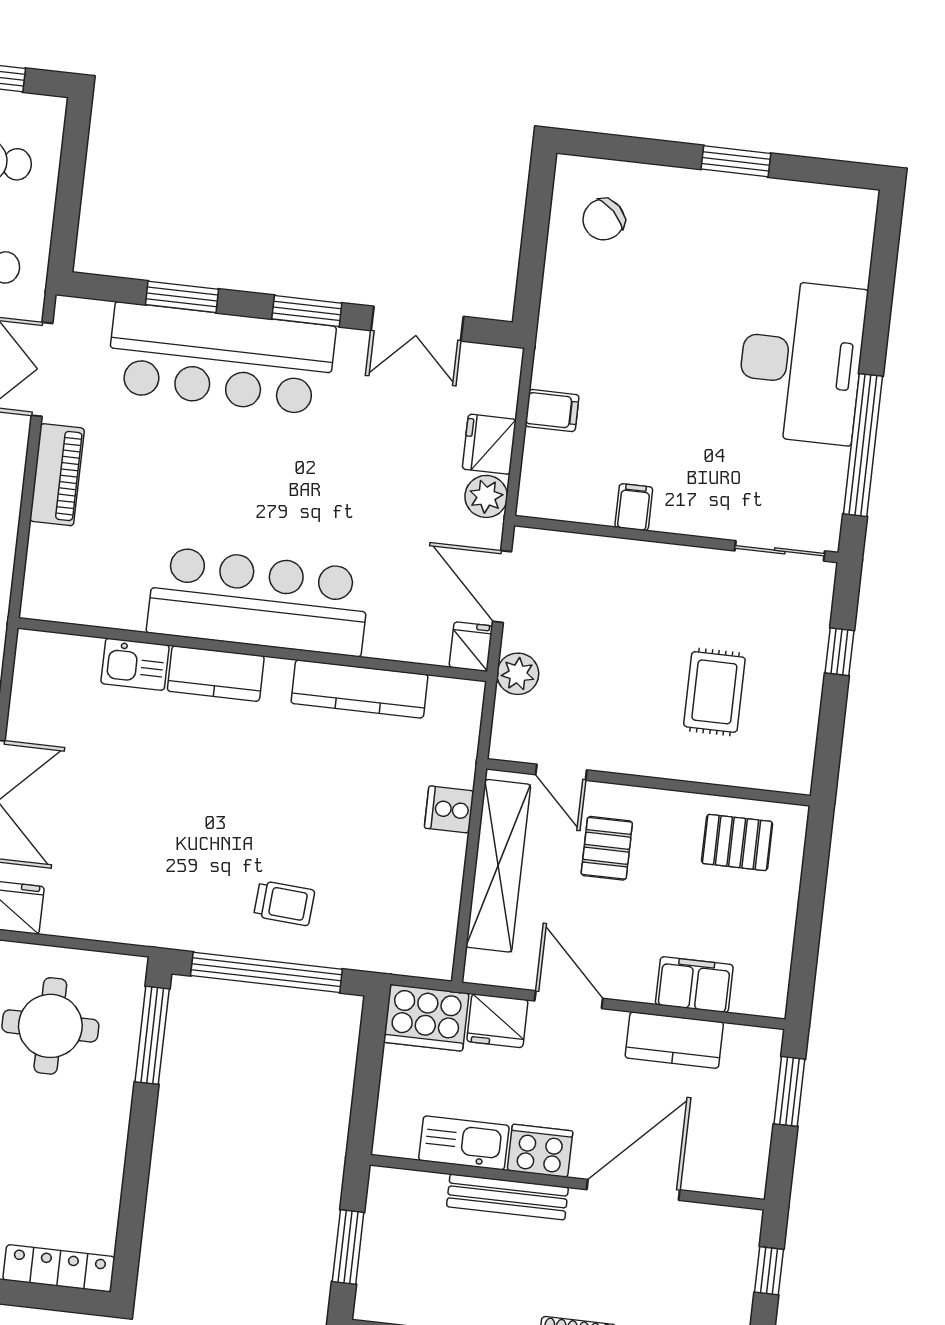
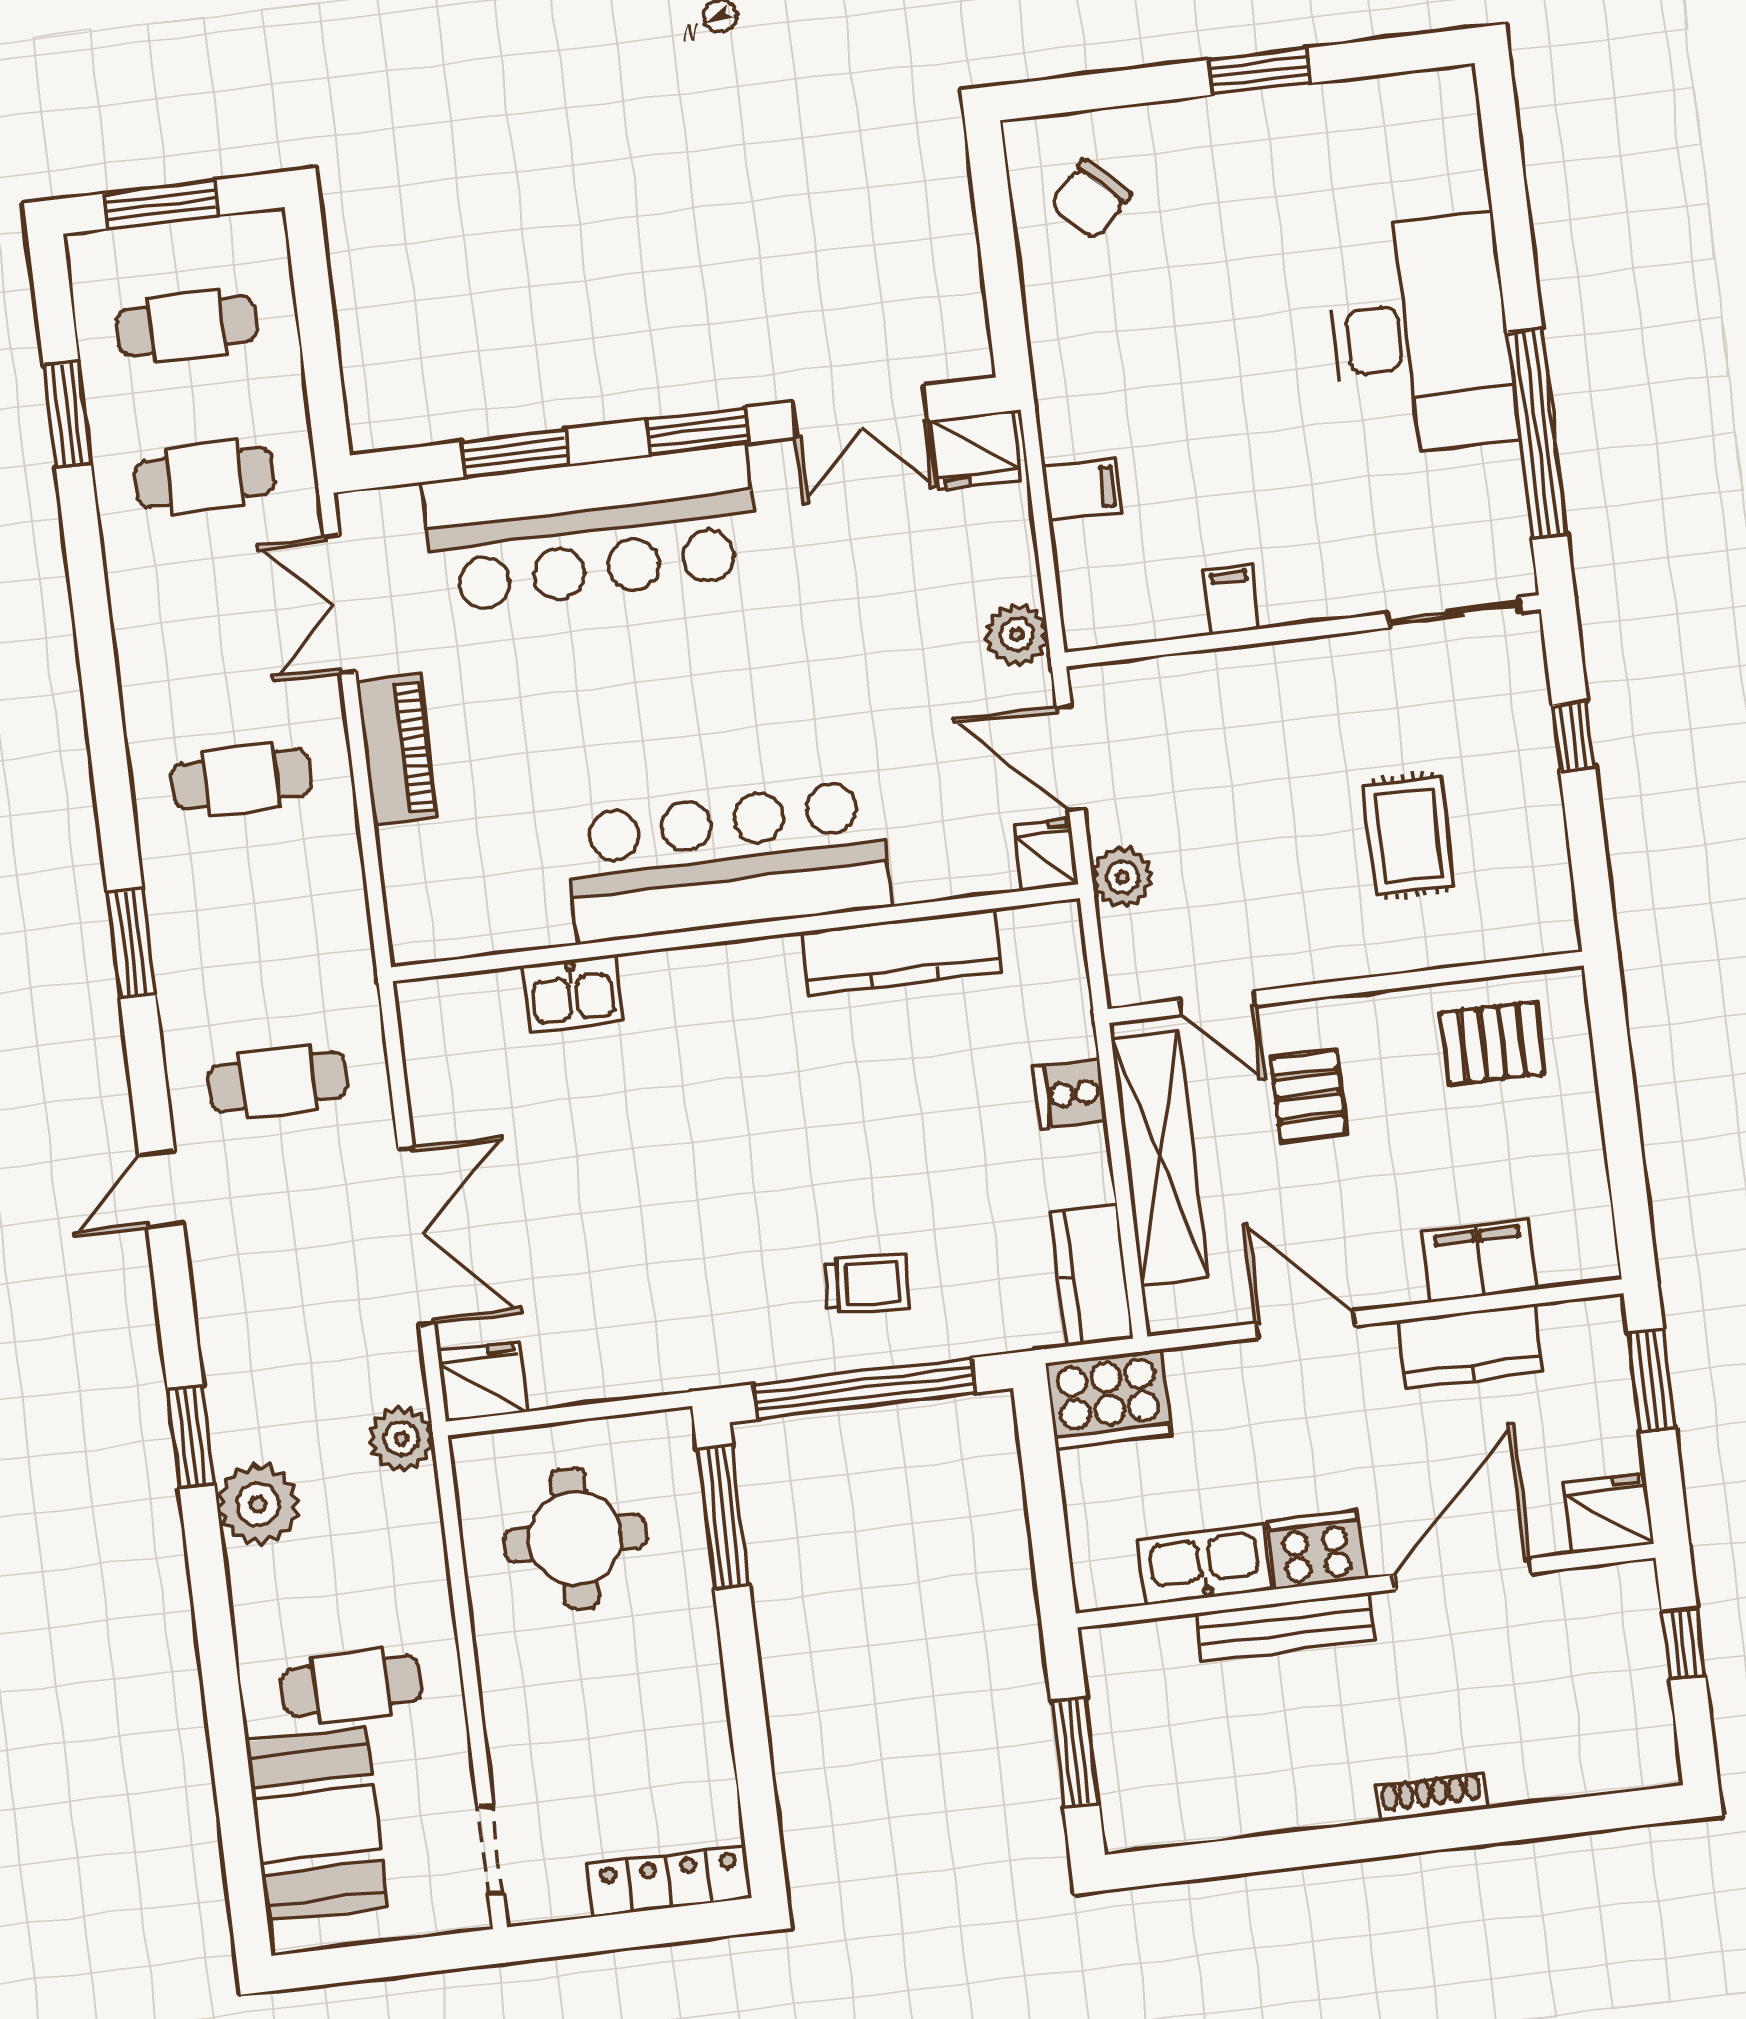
fridge: (489, 444) -> (975, 450), moved, turned -90
kitchen counter: (216, 674) -> (1091, 1275), moved, turned 90
fridge: (497, 1021) -> (1609, 1513), moved, turned 180

